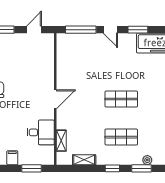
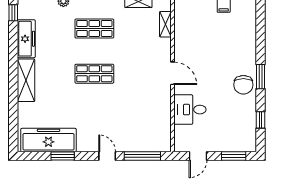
window: (138, 30) -> (63, 156), moved
door: (55, 99) -> (173, 73), swing flipped
desk: (41, 132) -> (190, 110), moved

